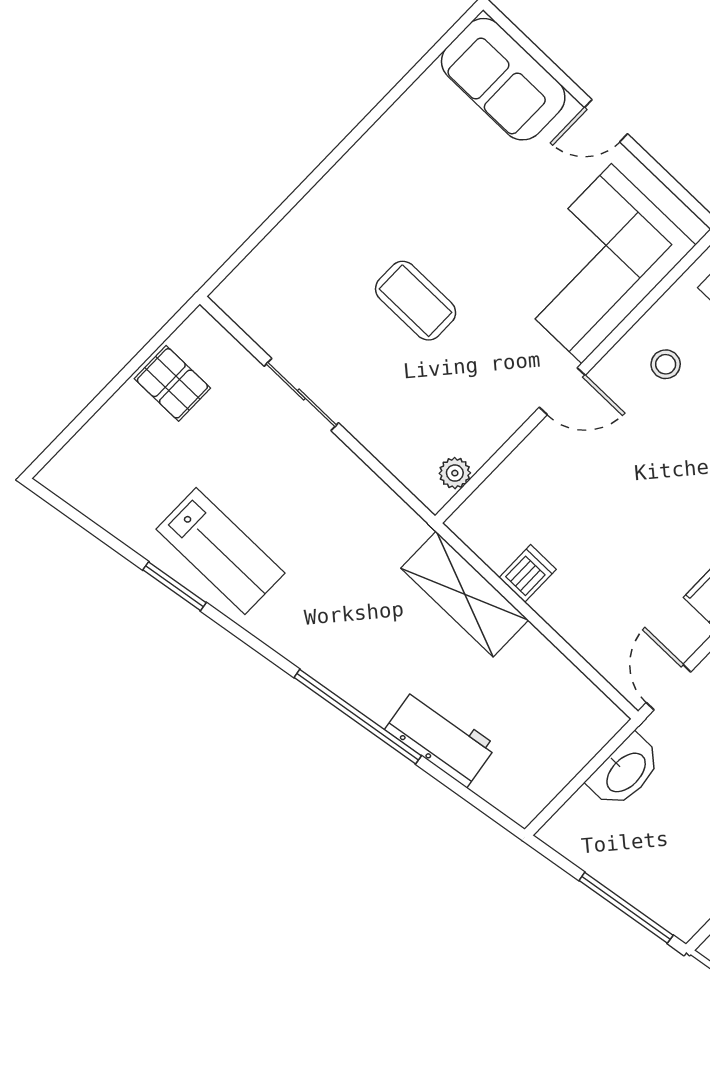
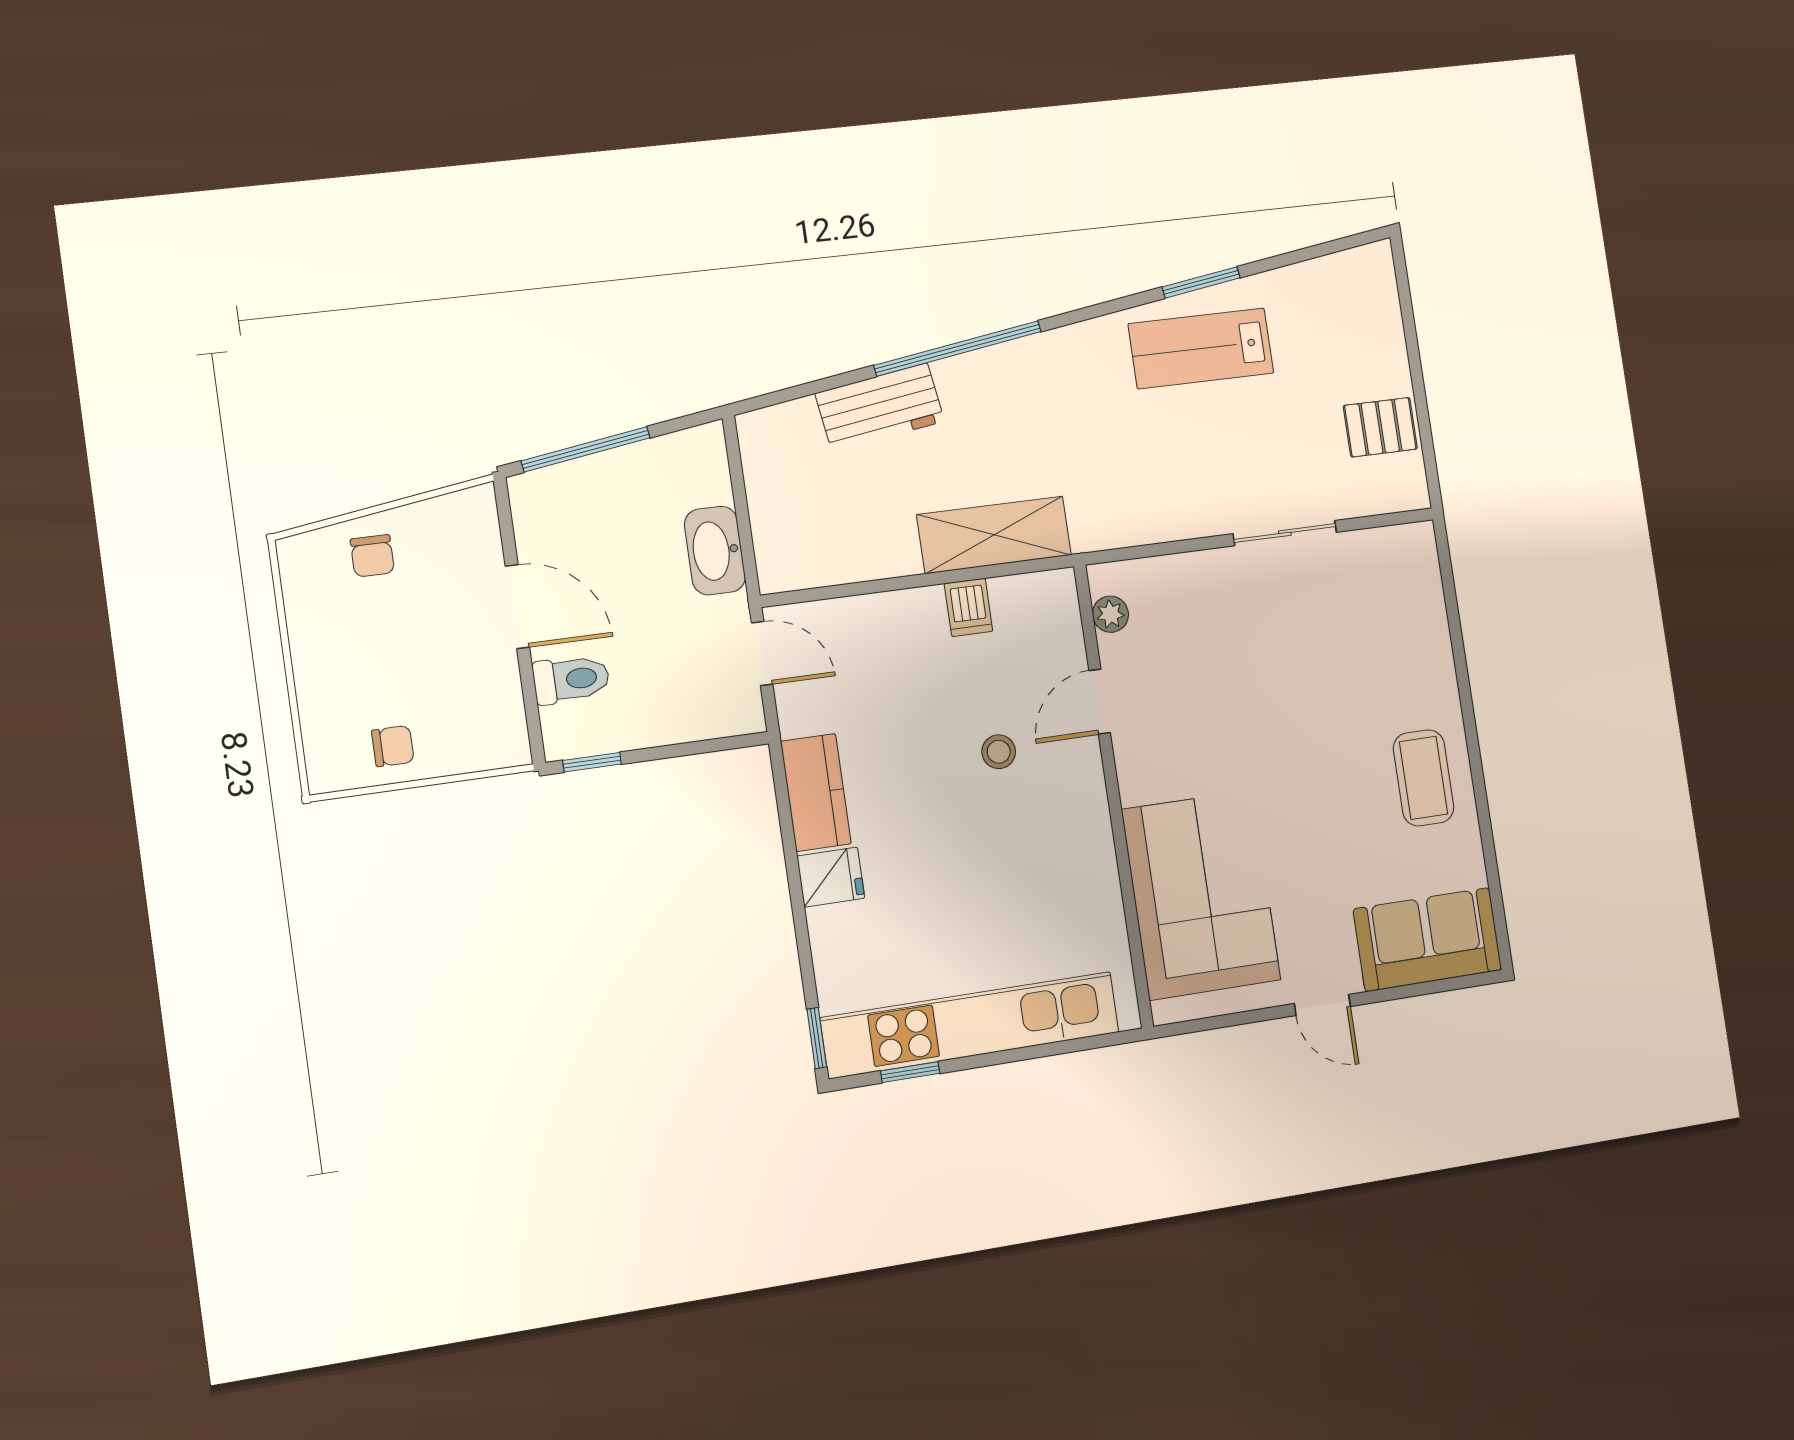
door: (606, 121) -> (1322, 1005), swing flipped
coffee table: (416, 301) -> (1424, 778), moved, turned 90
stool: (666, 364) -> (999, 752), moved
door: (562, 391) -> (1100, 702), moved

